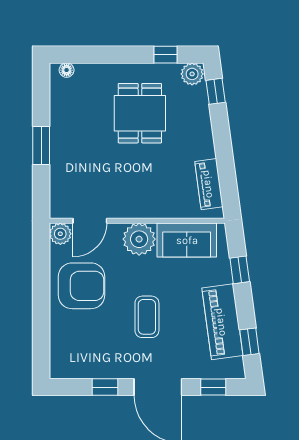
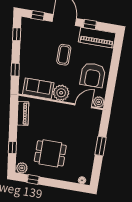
window: (216, 91) -> (12, 148), moved
dining table: (140, 113) -> (50, 153), turned 90
armchair: (81, 286) -> (93, 75), turned -90
piano: (222, 322) -> (97, 38), moved, turned 98

